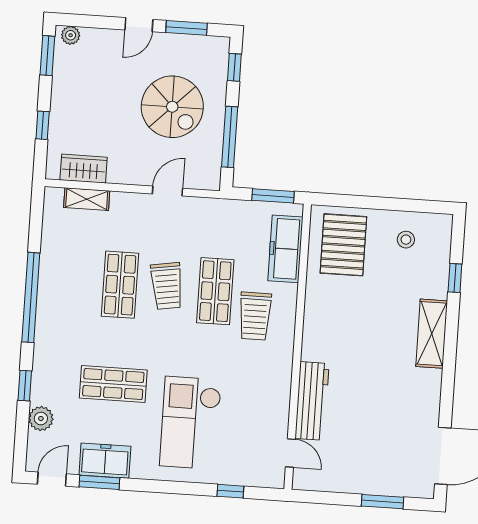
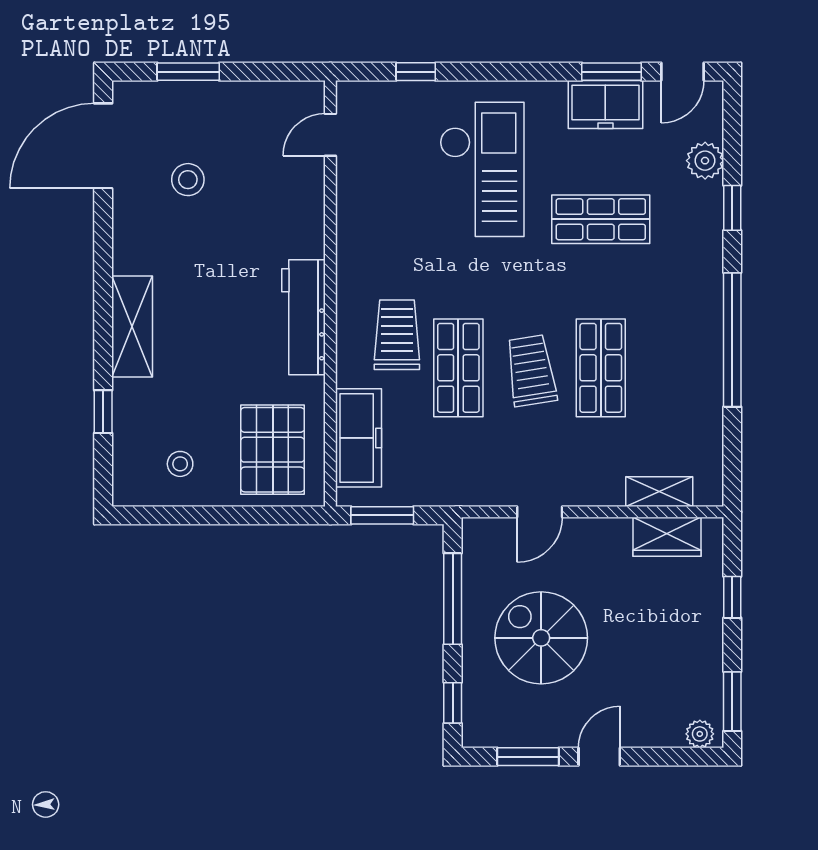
workbench: (312, 401) -> (303, 317), moved
stool: (388, 429) -> (188, 180), added
door: (290, 453) -> (330, 135), hinge flipped

